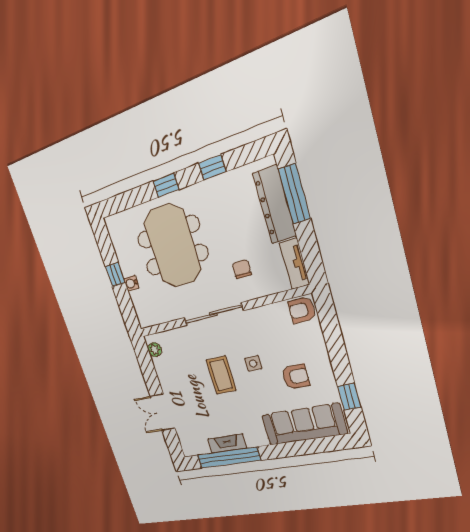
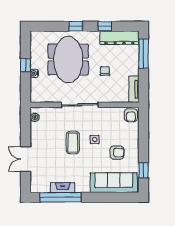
dresser: (275, 205) -> (119, 38), moved, turned -90
chair: (242, 269) -> (105, 71), moved
armchair: (302, 310) -> (131, 115), turned -90

